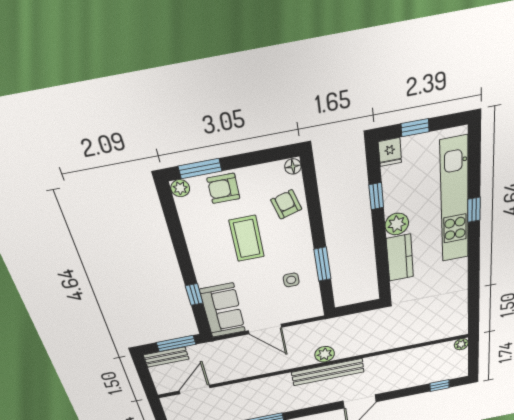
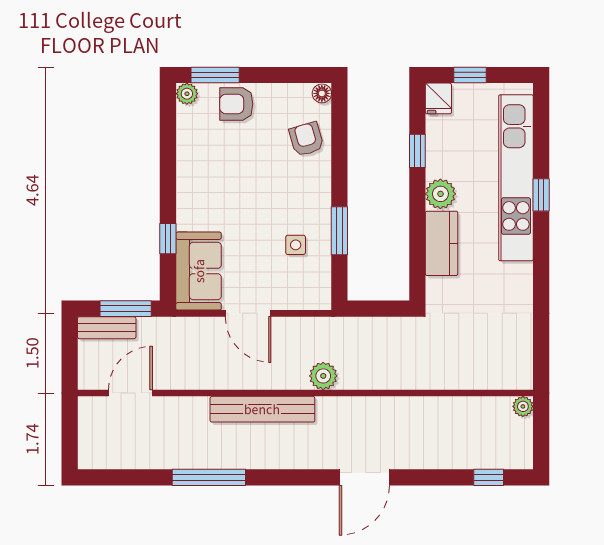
coffee table: (247, 239) -> (250, 174), removed
bench: (328, 372) -> (262, 409), moved

